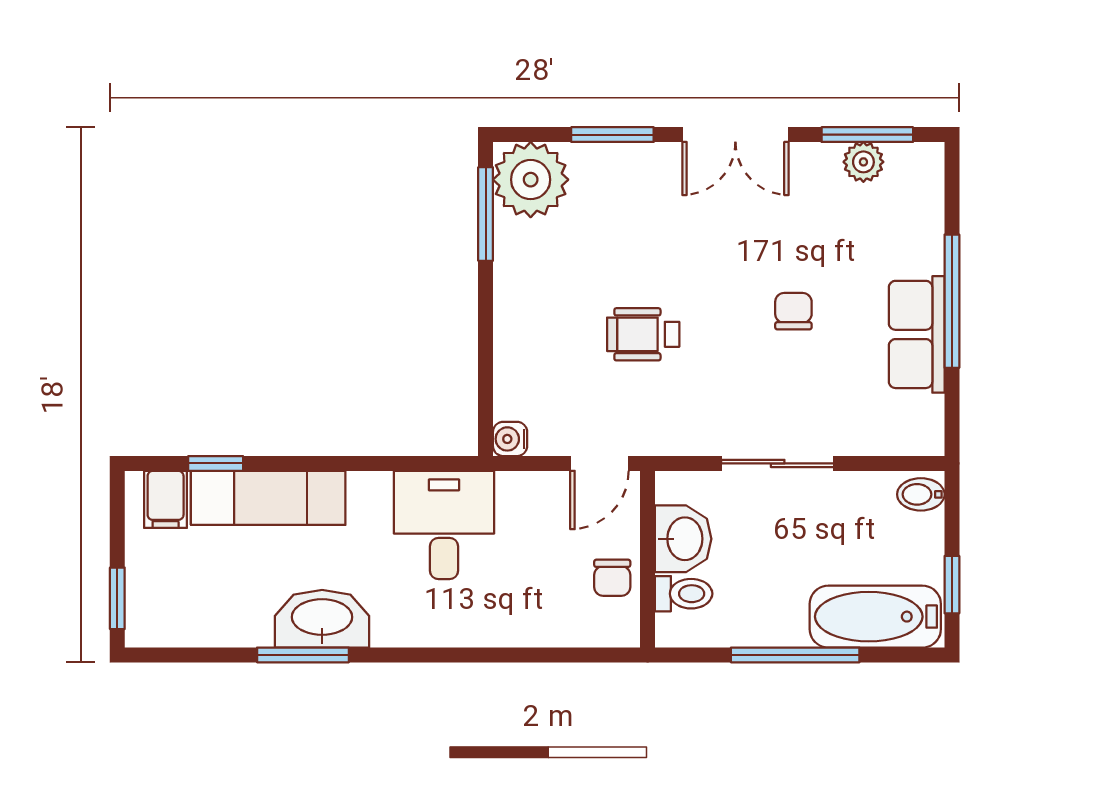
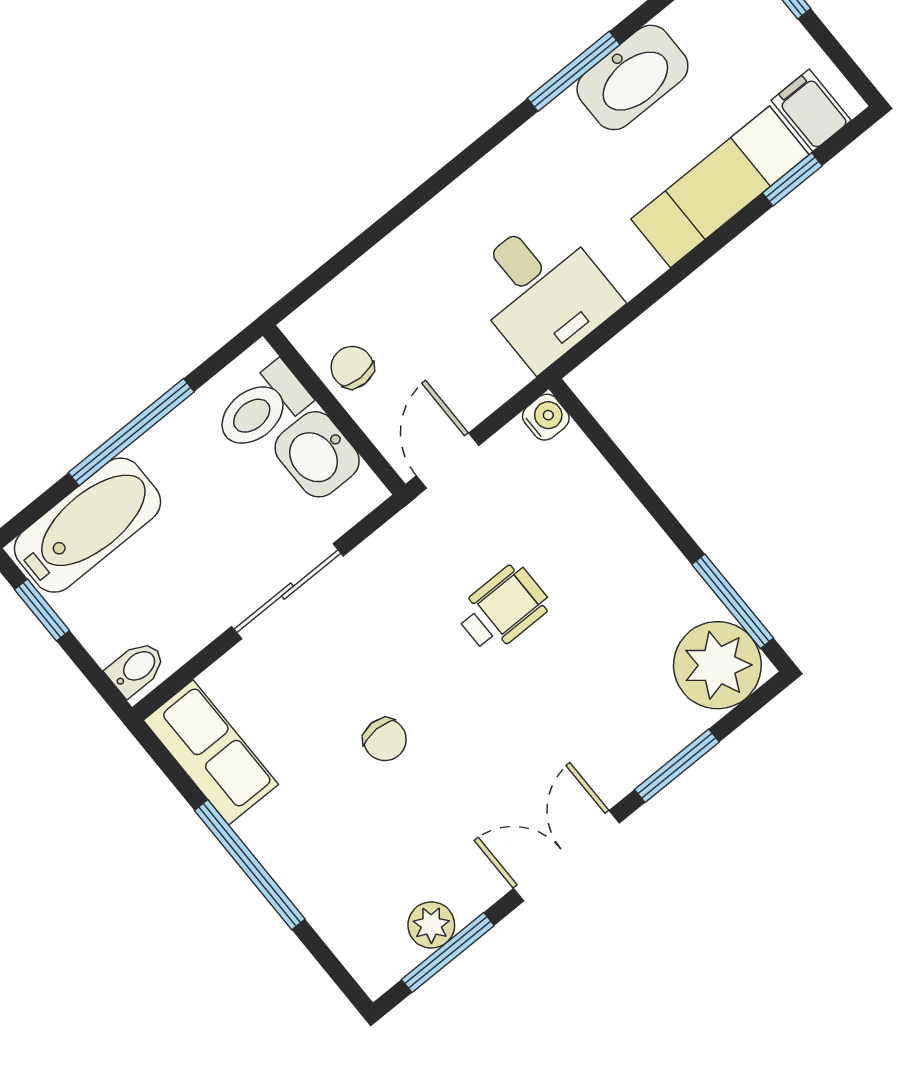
row of seats: (917, 334) -> (211, 752), moved
toilet: (684, 594) -> (262, 407), width x1.37, depth x1.39
washbasin: (322, 619) -> (632, 77), moved

